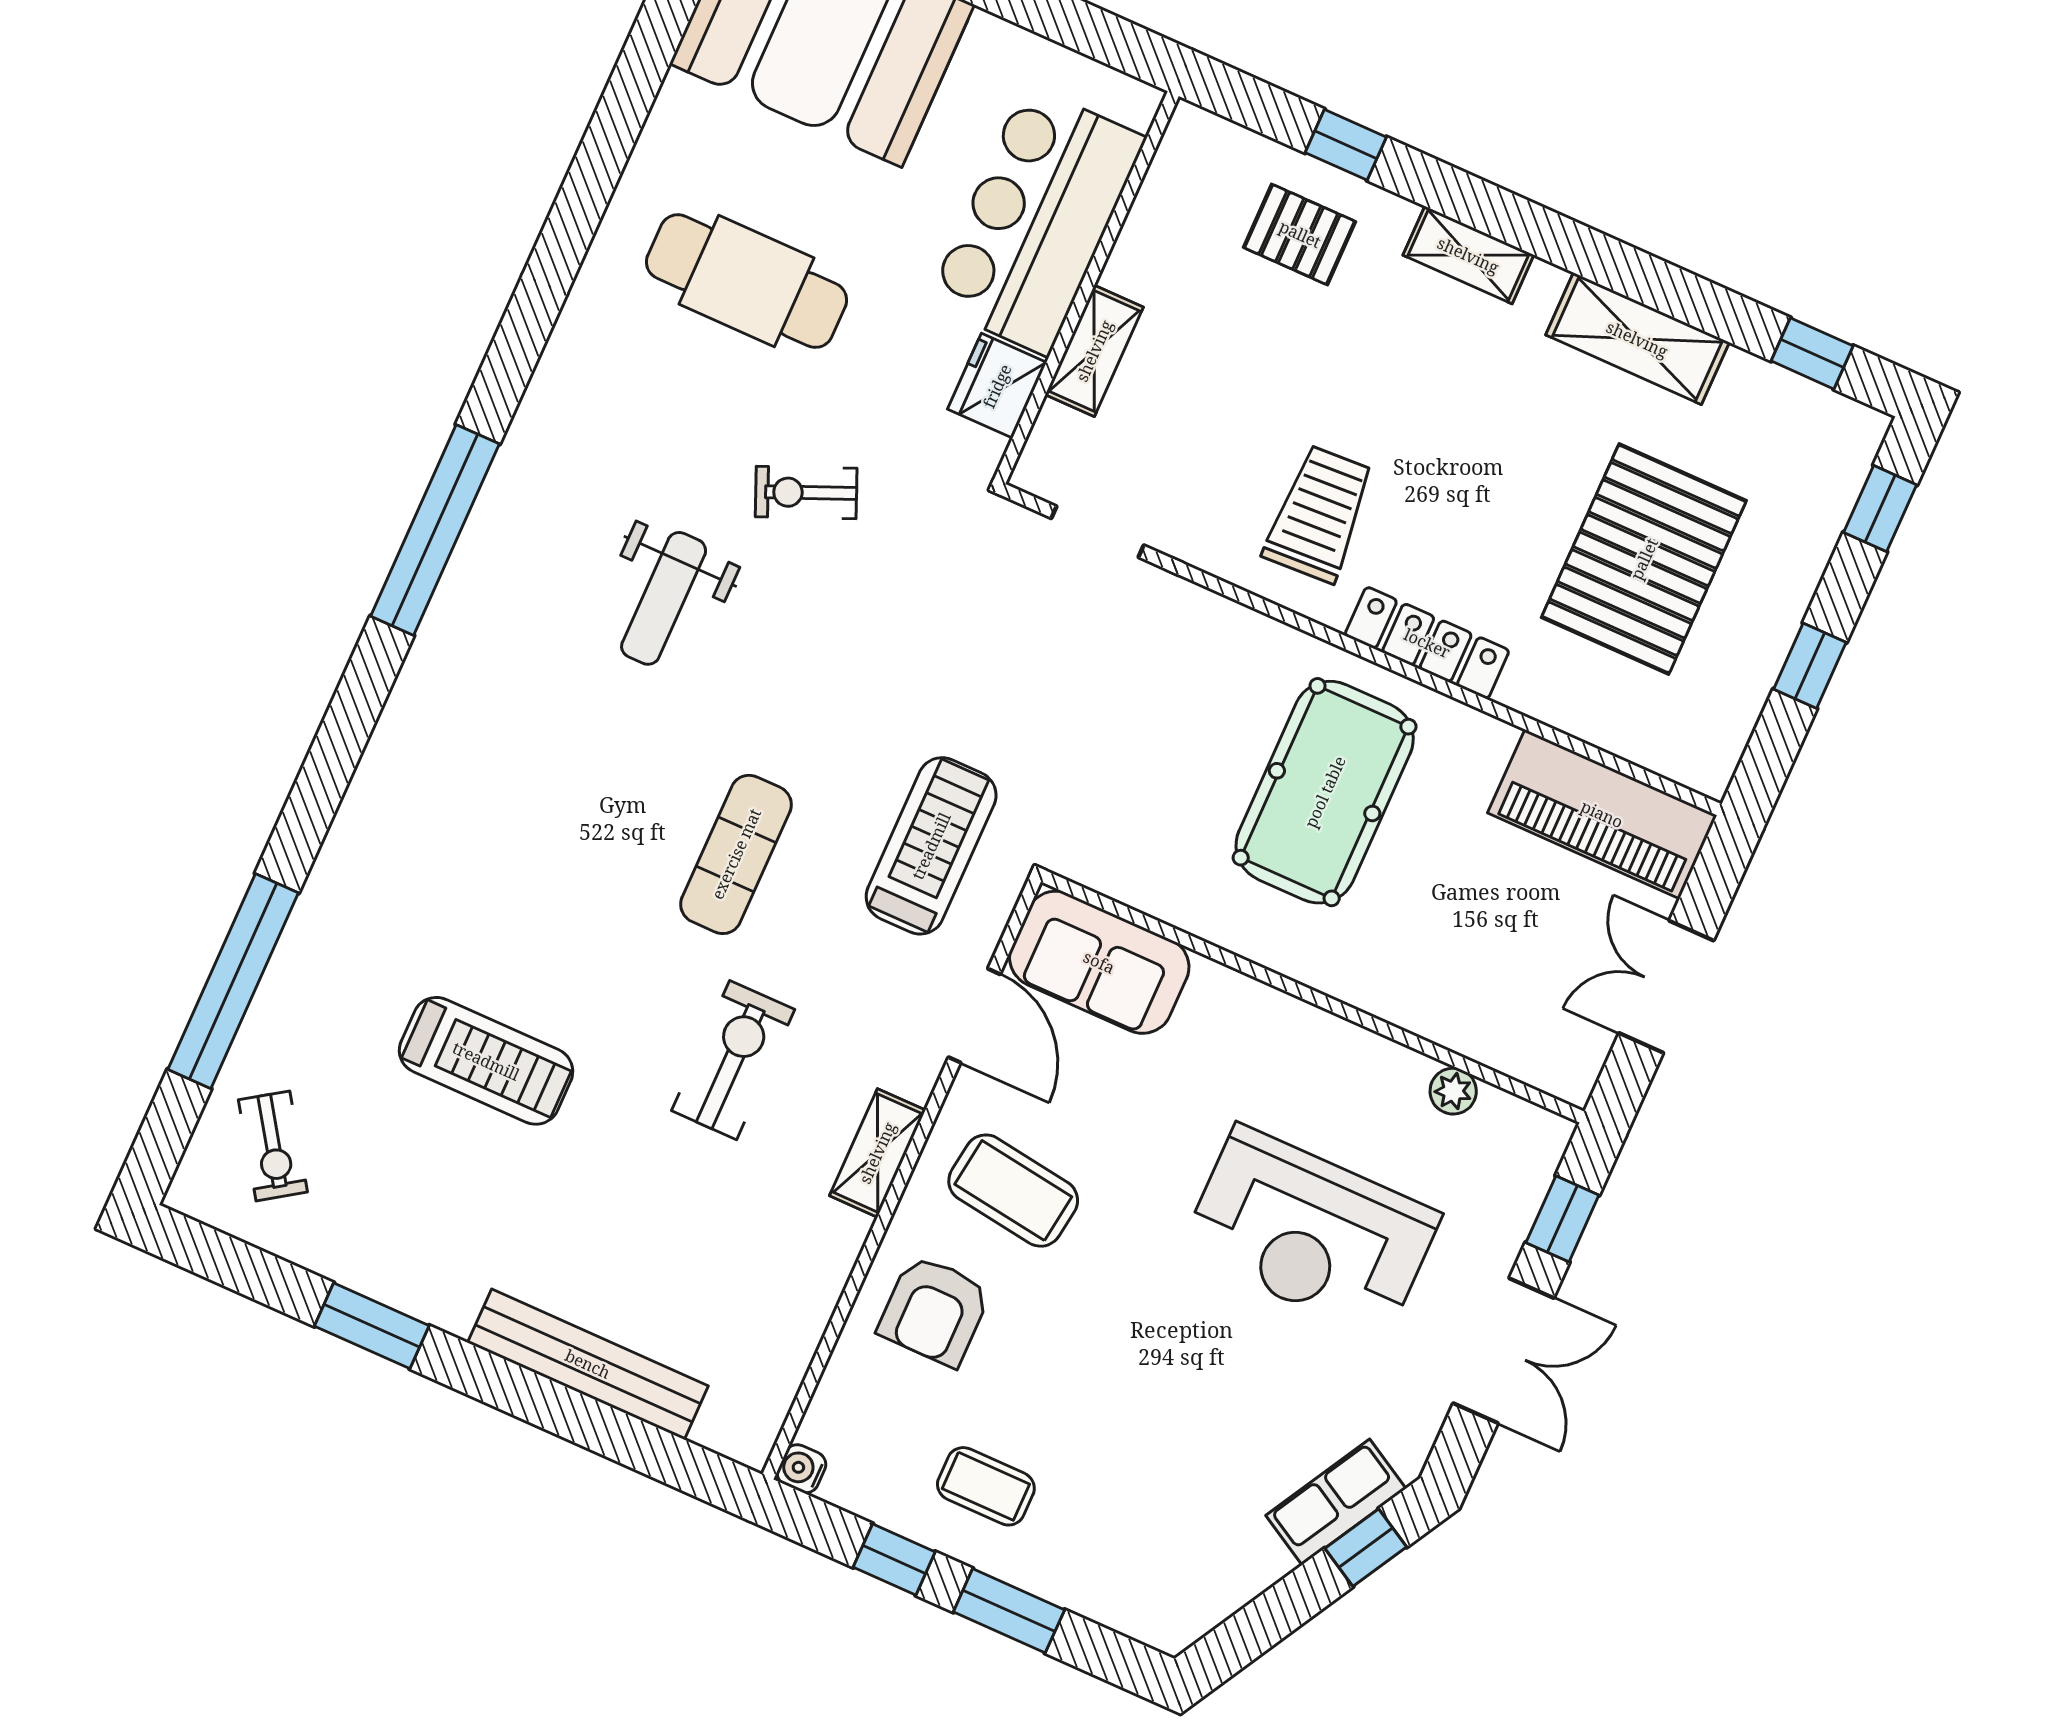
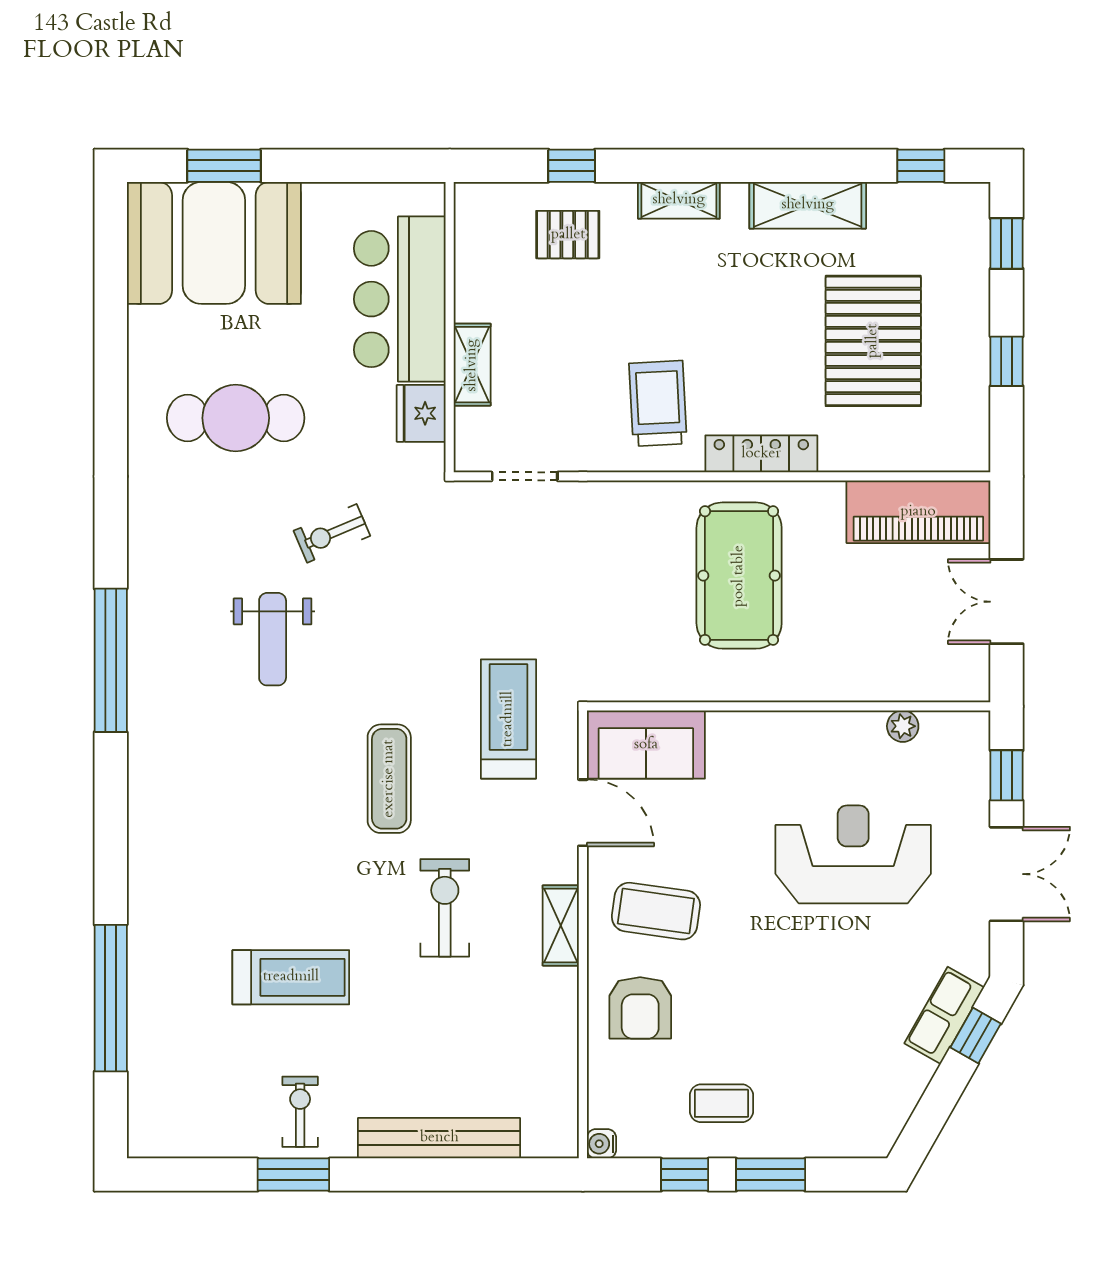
exercise bike: (273, 1146) -> (300, 1112), moved, turned -146
reception desk: (1310, 1233) -> (853, 854), turned 180

